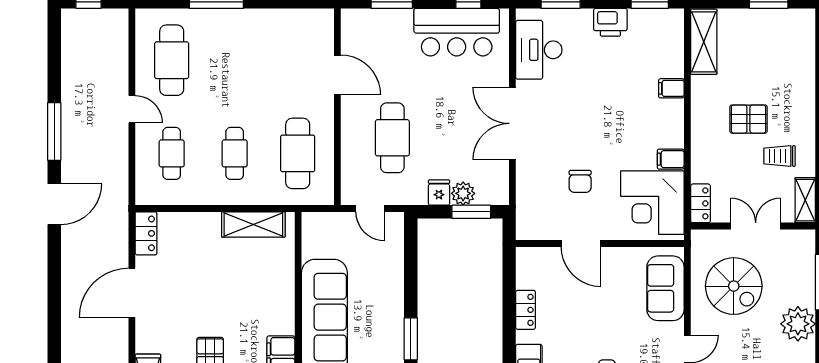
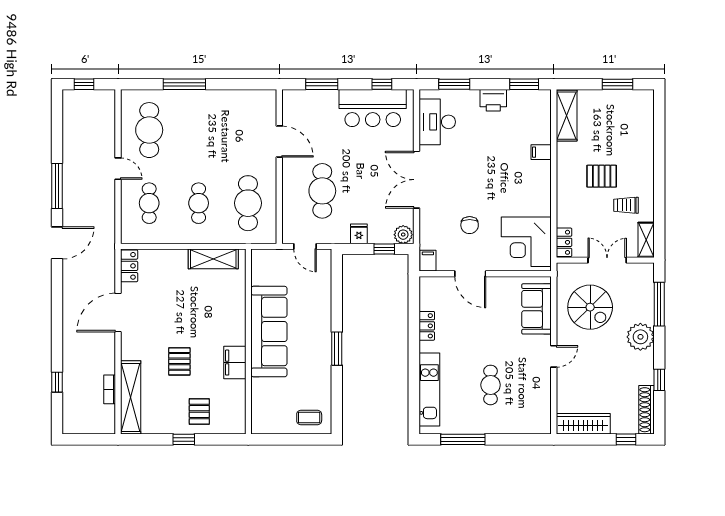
filing cabinet: (671, 159) -> (428, 261), moved, turned 90
plant: (463, 193) -> (403, 235), moved
window: (471, 212) -> (384, 249), width x0.67

